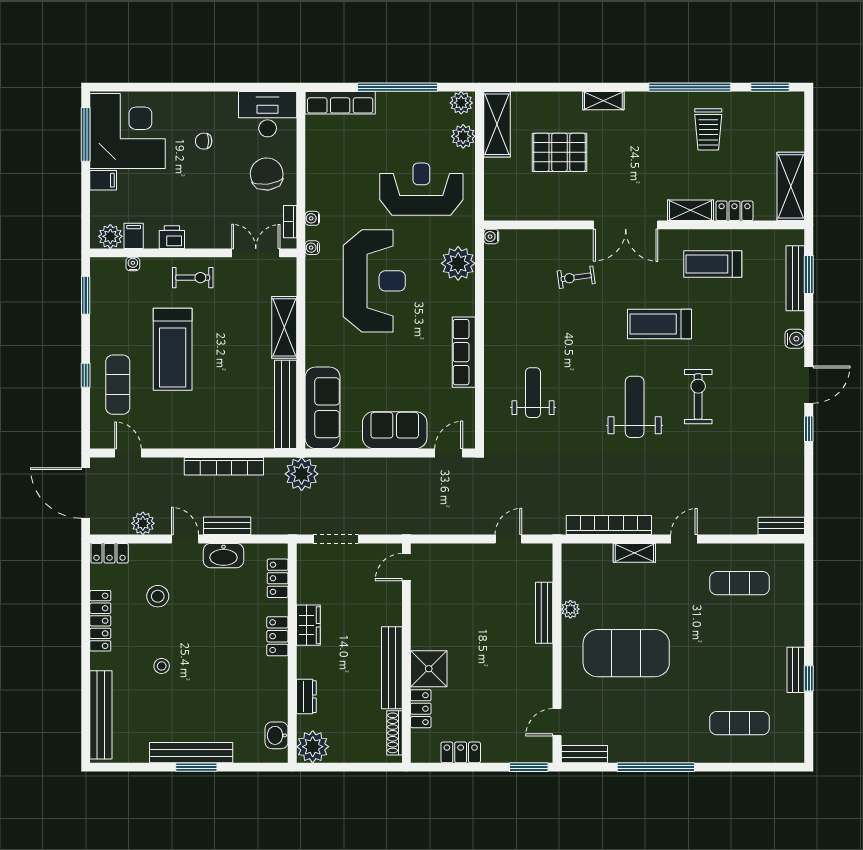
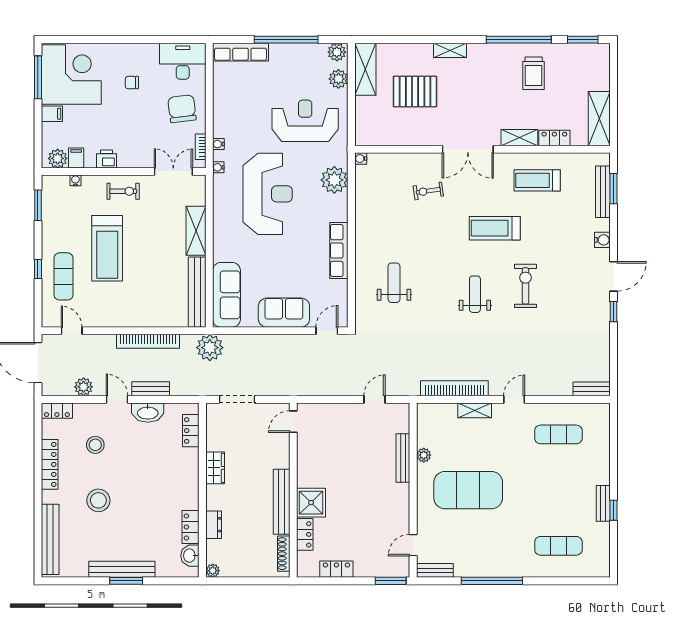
weight bench: (635, 407) -> (475, 294), width x0.73, depth x0.75
locker: (277, 636) -> (191, 527), moved
stool: (162, 666) -> (98, 500), width x1.89, depth x1.89
plant: (313, 747) -> (213, 571), width x0.53, depth x0.53

